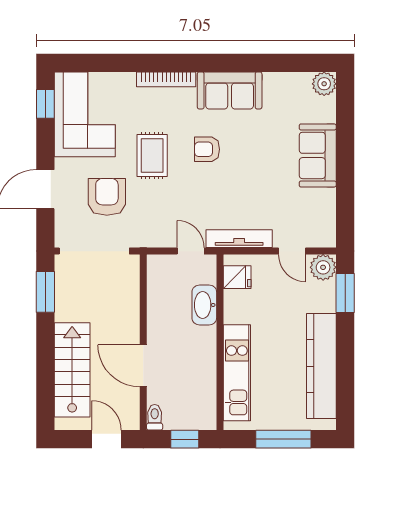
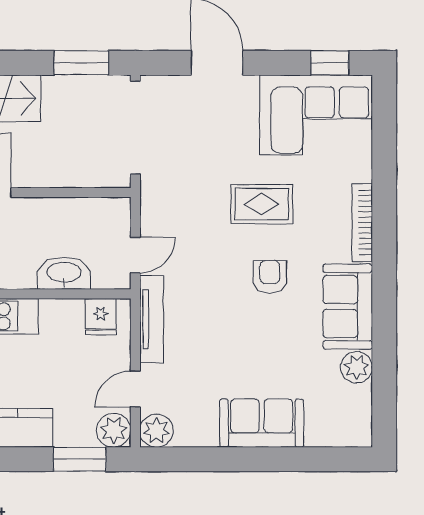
plant: (324, 84) -> (357, 367), moved
armchair: (107, 197) -> (207, 144), removed
plant: (323, 235) -> (156, 431), added

